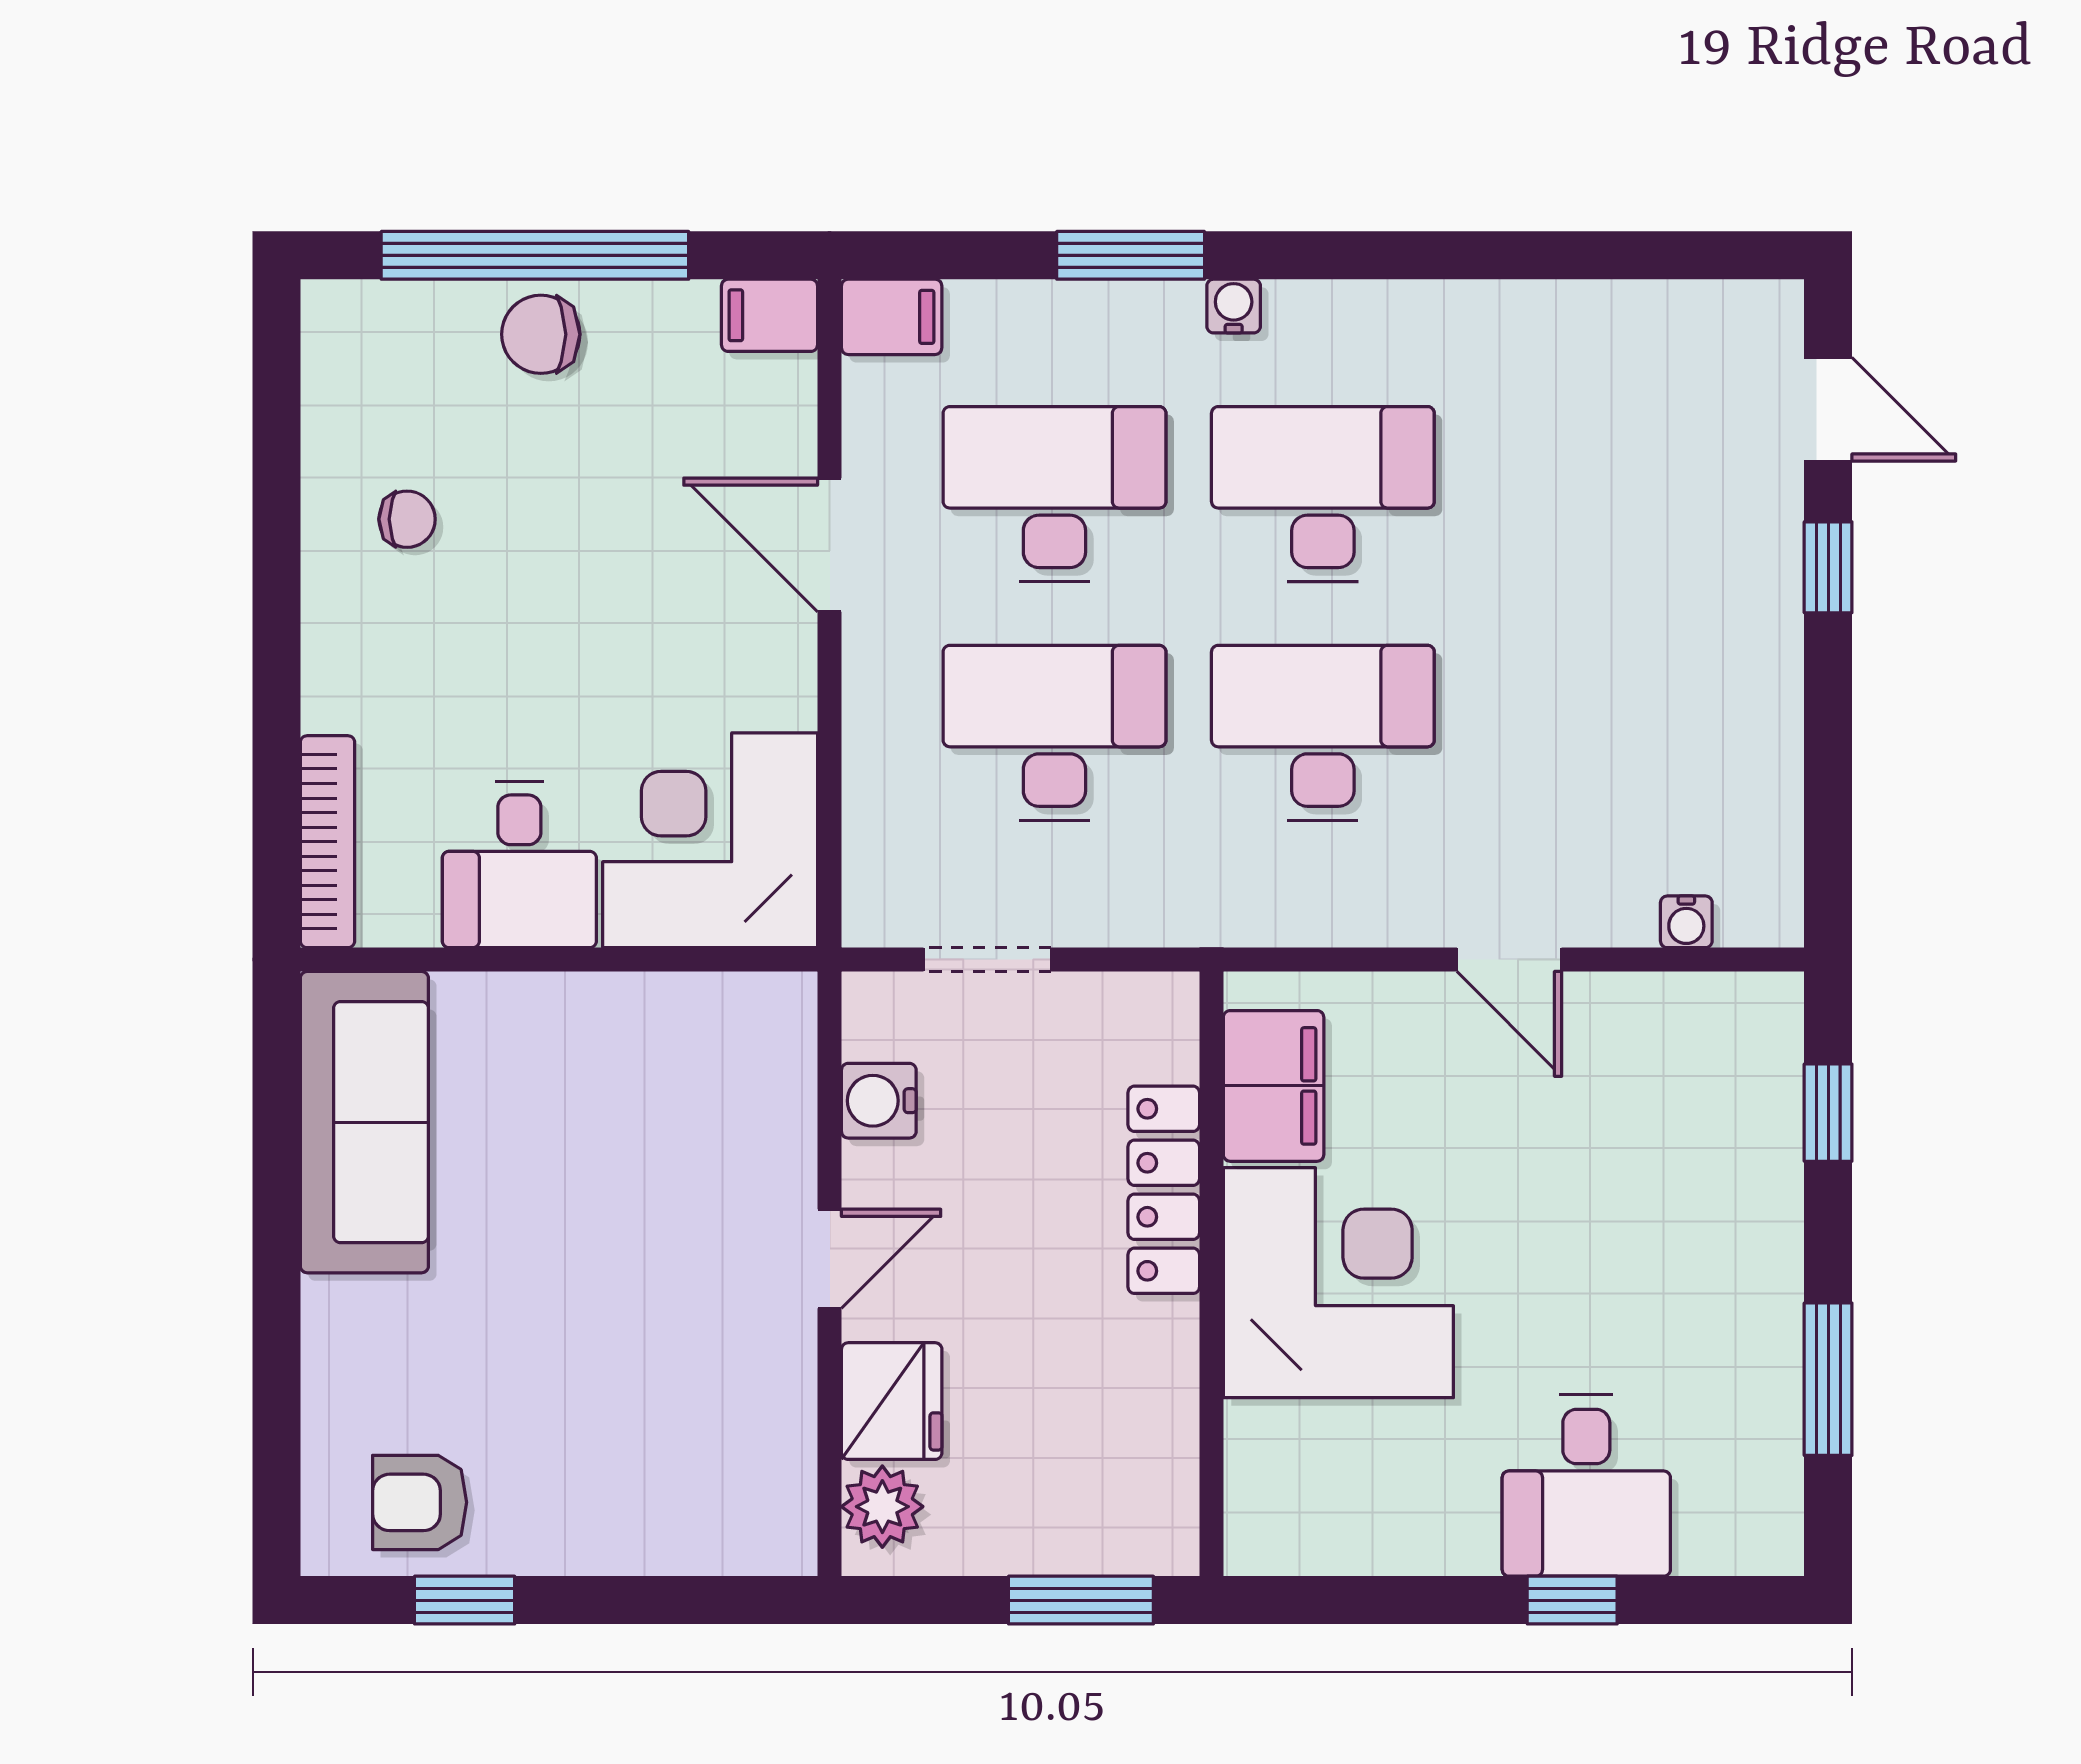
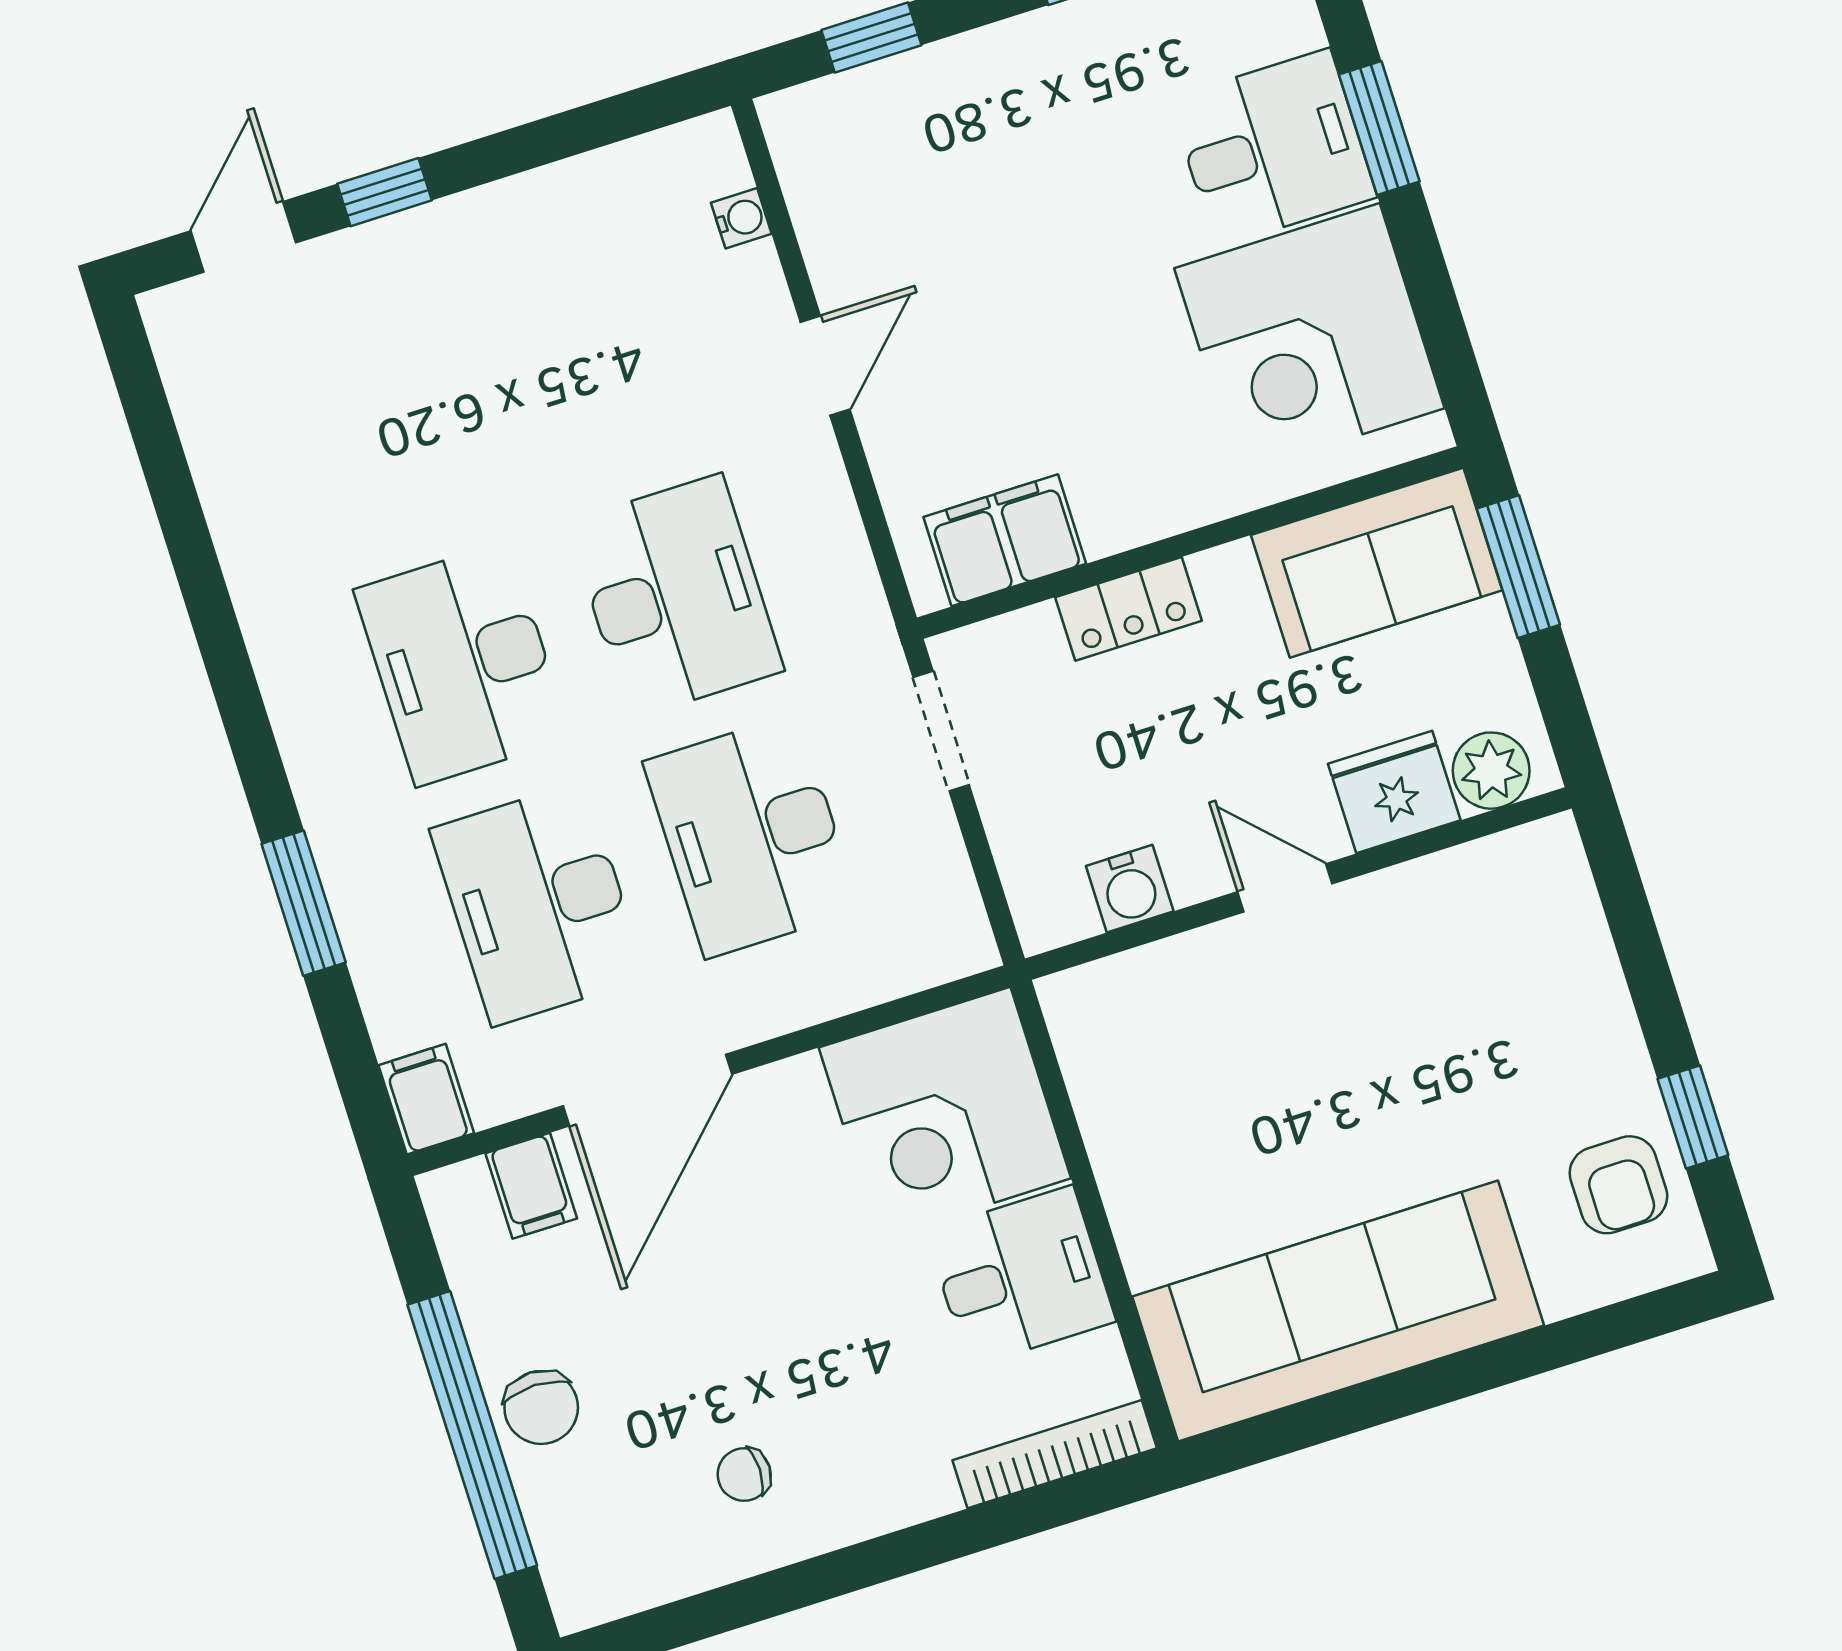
water cooler: (1234, 306) -> (320, 797), removed
filing cabinet: (770, 315) -> (531, 1186), moved
chair: (407, 519) -> (744, 1475), turned -90
door: (830, 545) -> (647, 1090), width x1.36
desk: (1323, 733) -> (675, 596), turned 180
doorway: (987, 960) -> (941, 731), moved
sofa: (364, 1122) -> (1338, 1311), width x1.36, depth x1.27
locker: (1164, 1190) -> (1129, 609), width x0.66
corner desk: (1338, 1283) -> (1309, 338), moved, turned -90
sofa: (1131, 1457) -> (1377, 563), added
window: (1572, 1600) -> (1379, 128), width x1.50

